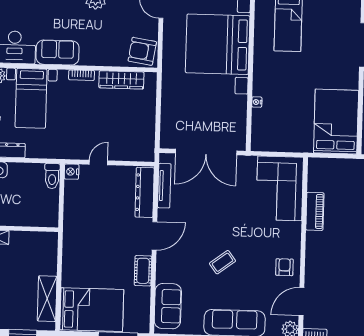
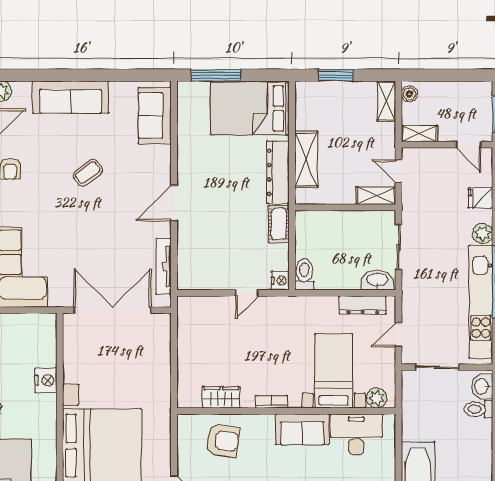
armchair: (142, 51) -> (223, 440), moved
wardrobe: (121, 80) -> (221, 397), width x0.67
nightstand: (257, 102) -> (46, 380), width x1.89, depth x1.79
dresser: (145, 192) -> (278, 172), moved, turned 180
cot: (143, 271) -> (279, 224), moved
shelving: (47, 299) -> (306, 159), moved

